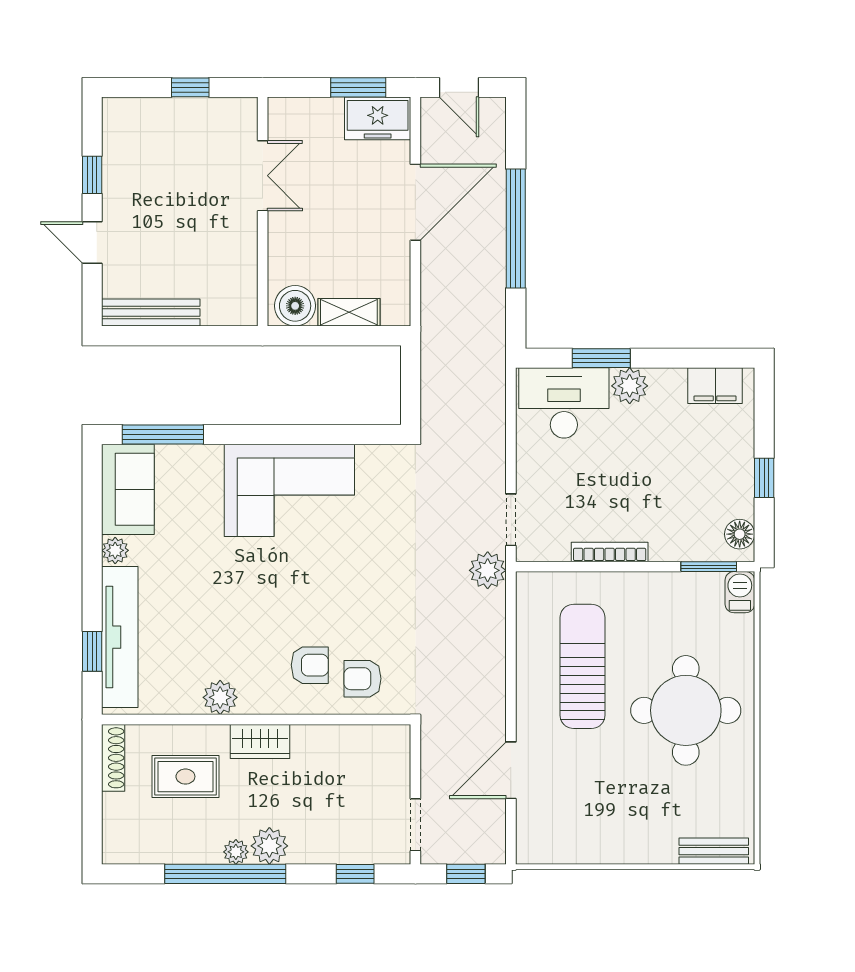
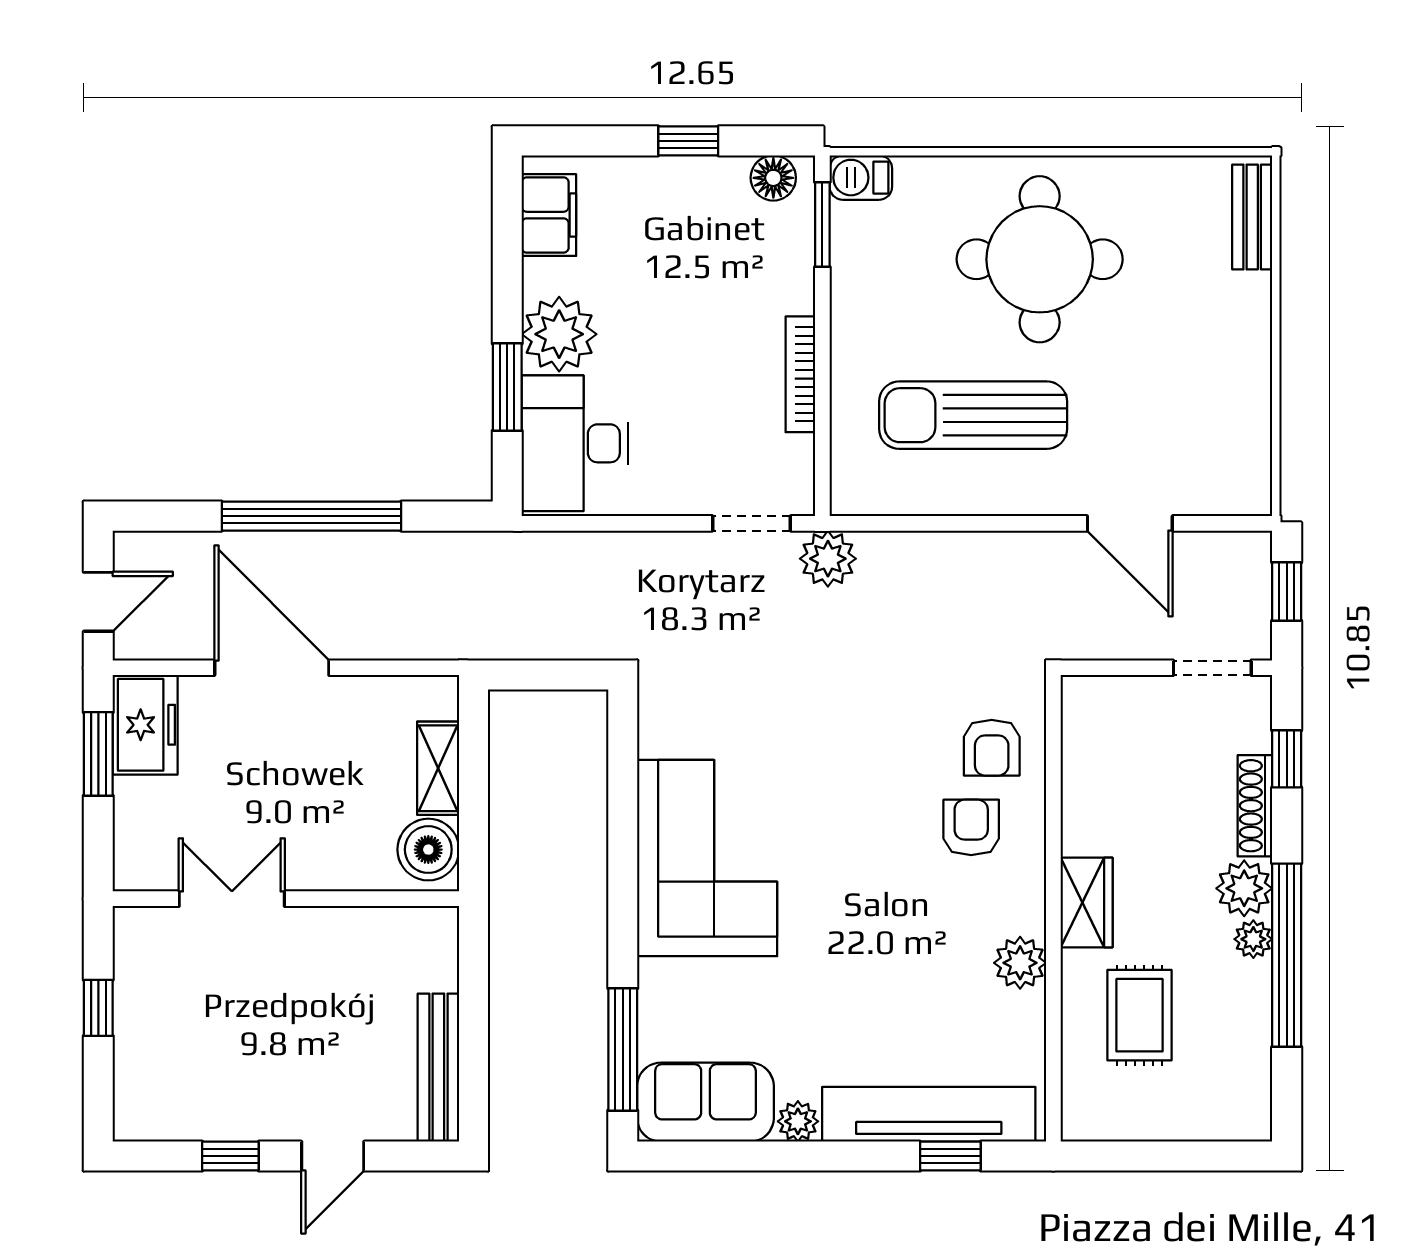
plant: (630, 386) -> (559, 334), width x1.36, depth x1.36
shoe rack: (113, 758) -> (1255, 806), moved, turned -90

